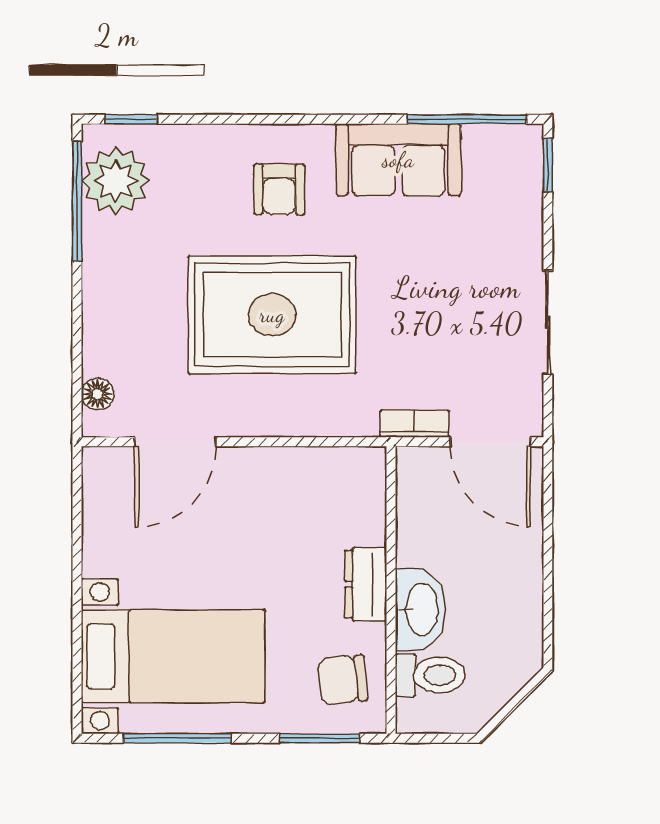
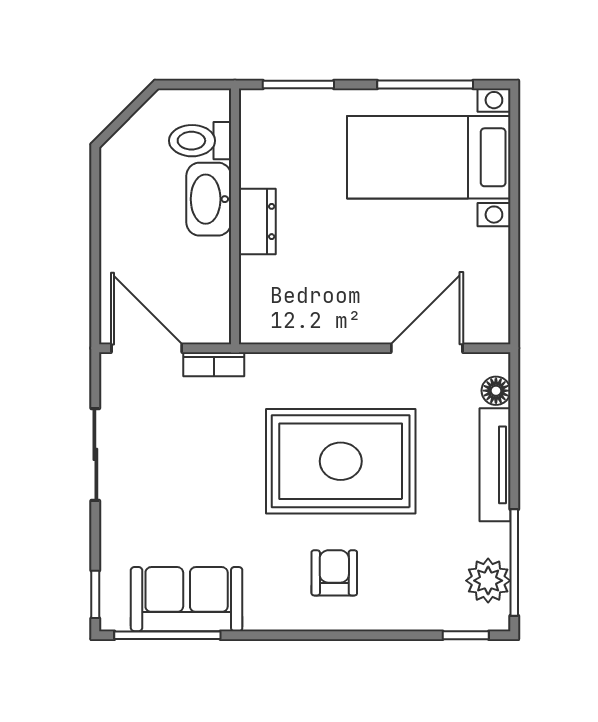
sofa: (398, 160) -> (187, 599), moved
plant: (116, 181) -> (488, 581), width x0.73, depth x0.73
tv unit: (99, 311) -> (495, 465), added
chair: (343, 680) -> (278, 136), removed

